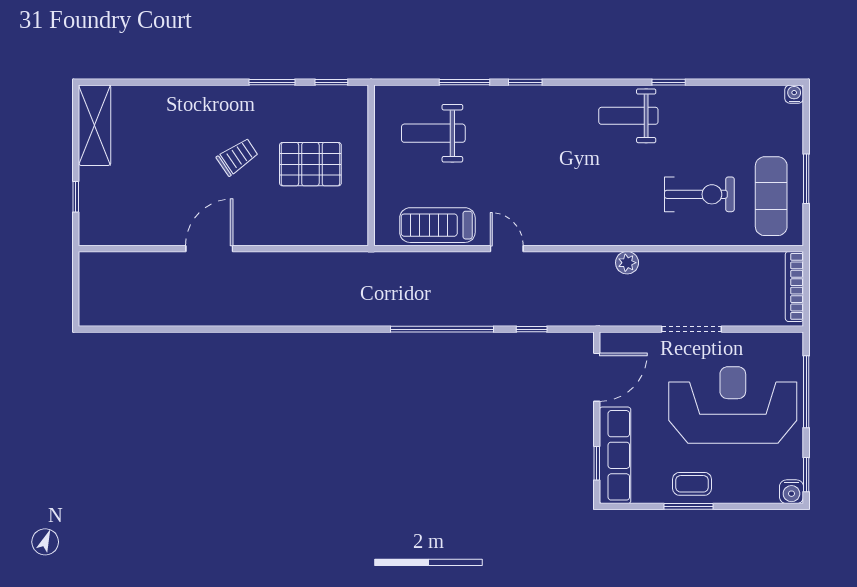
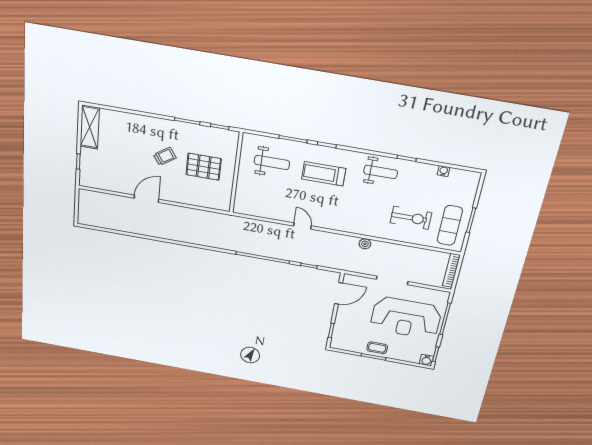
water cooler: (794, 94) -> (444, 171), moved
weight bench: (628, 116) -> (381, 172), turned 180
weight bench: (433, 133) -> (272, 162), turned 180
treadmill: (437, 225) -> (324, 174), moved
reception desk: (733, 405) -> (406, 318), turned 180
row of seats: (615, 455) -> (341, 329), removed

